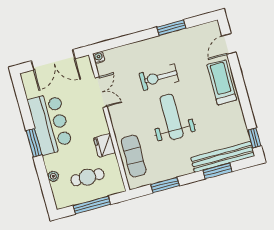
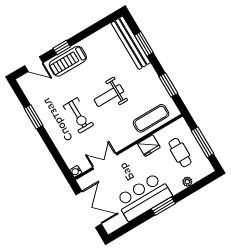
weight bench: (172, 117) -> (109, 96), width x0.73, depth x0.75
window: (254, 138) -> (62, 47), moved

